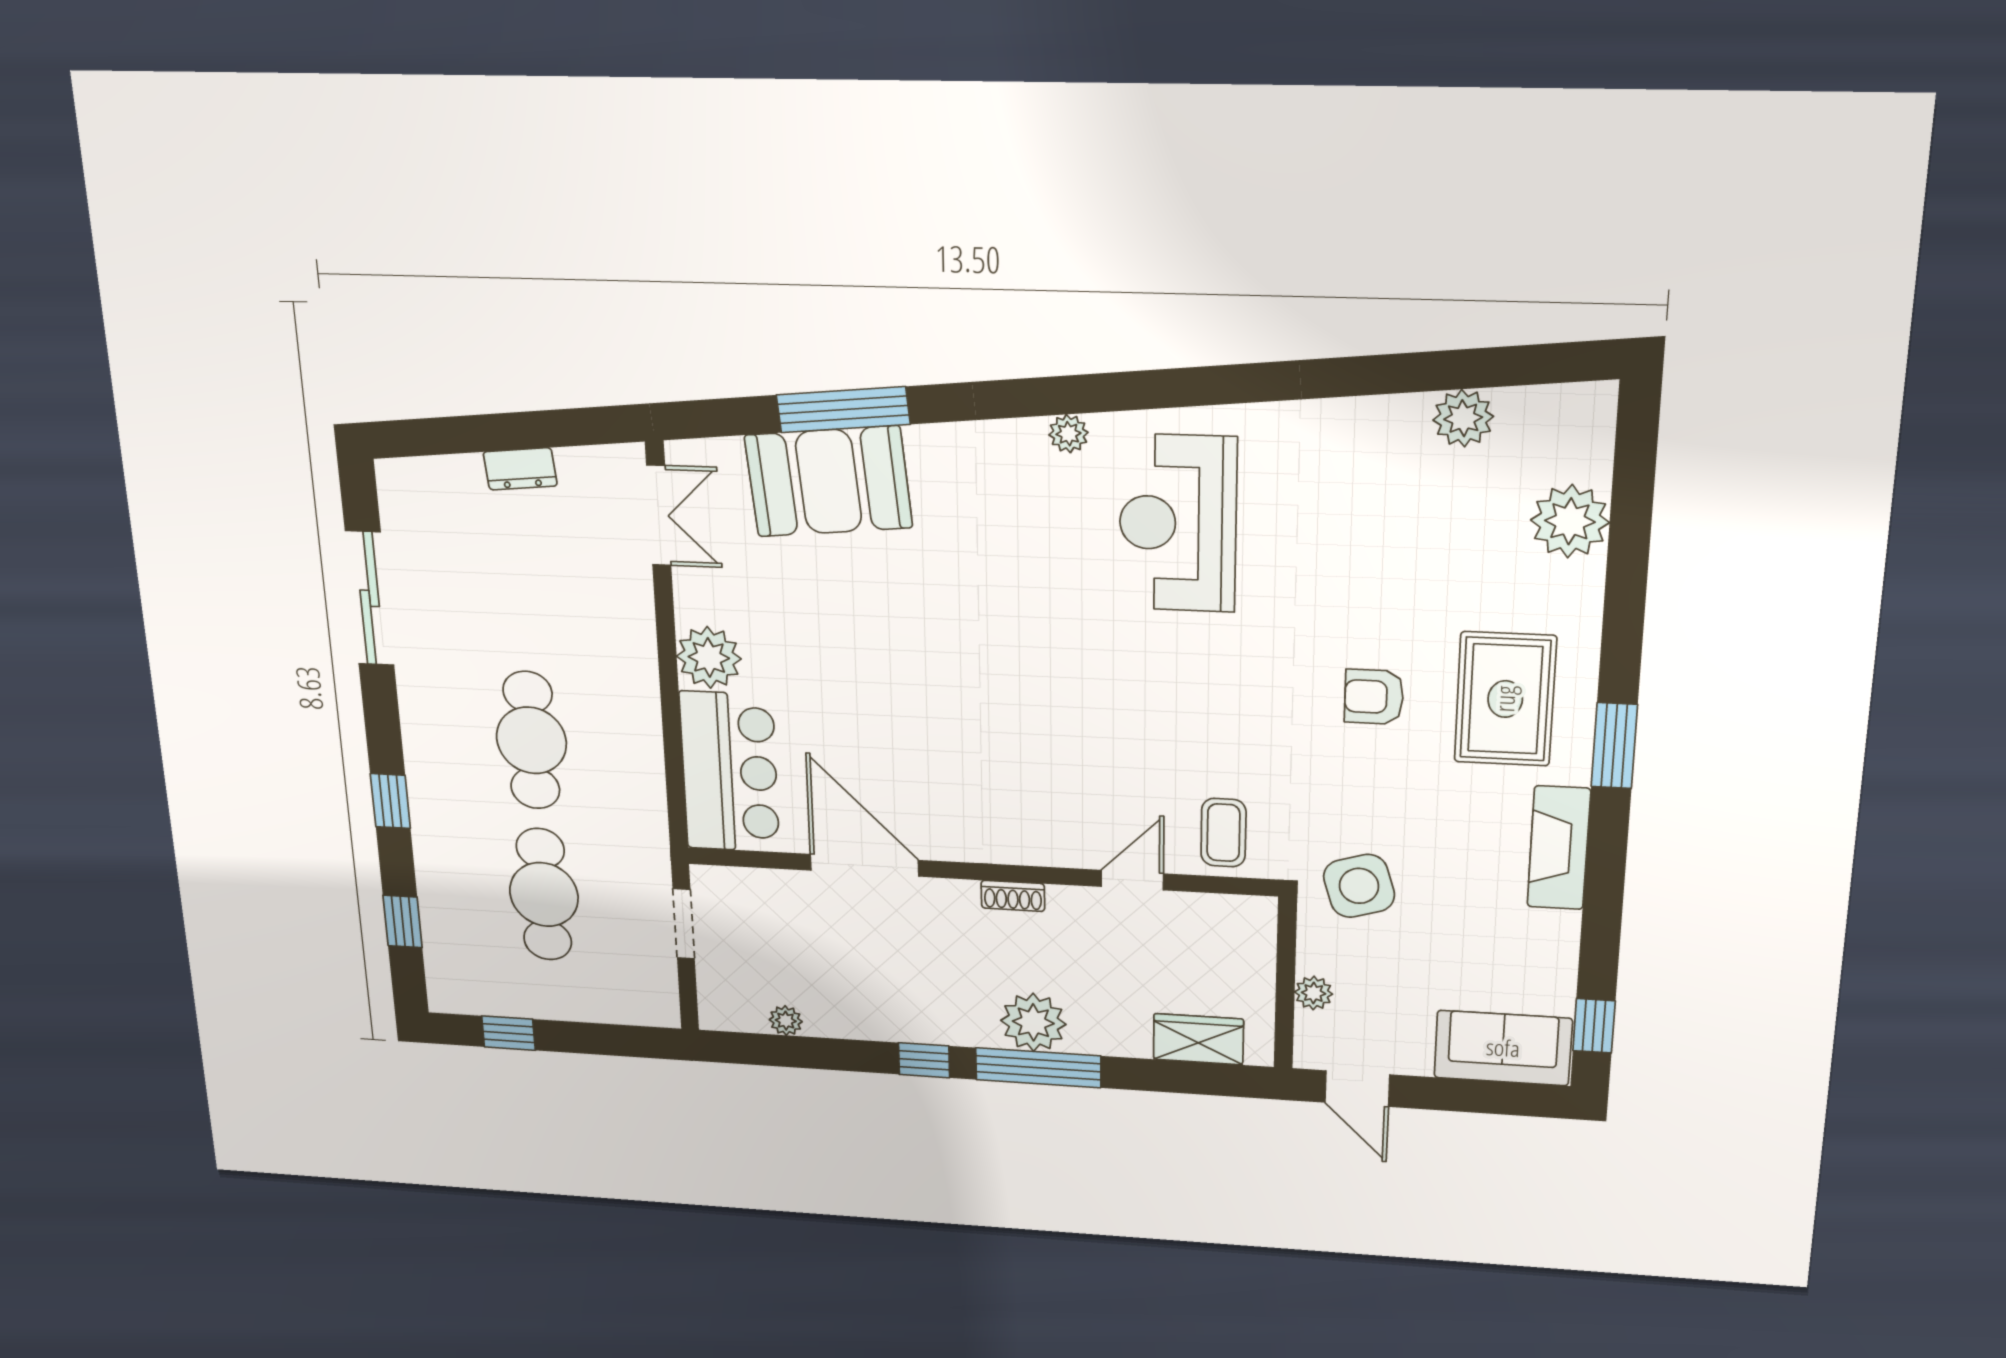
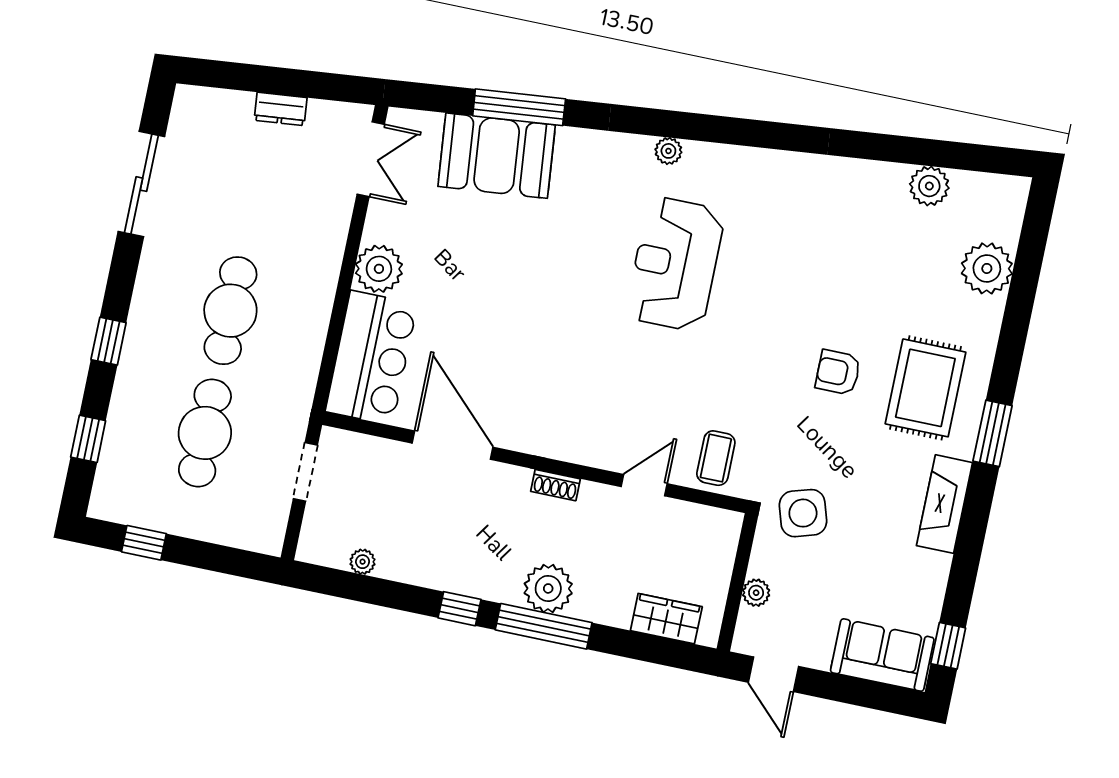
reception desk: (1178, 523) -> (675, 264), moved

